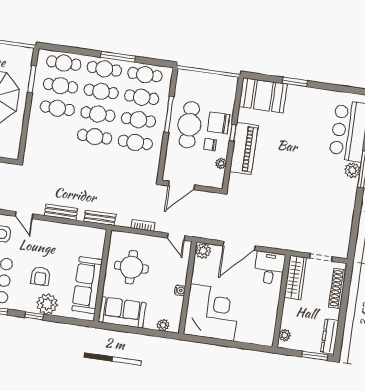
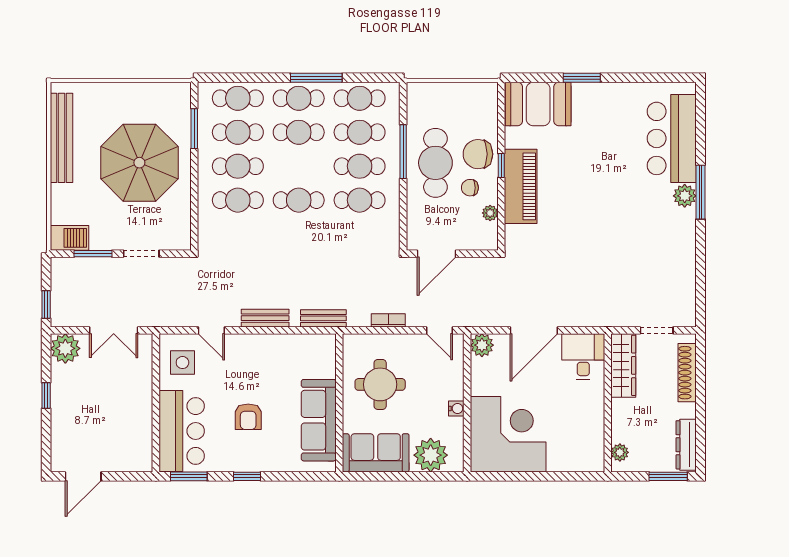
cafe table: (98, 114) -> (238, 200), moved
plant: (47, 304) -> (264, 456), removed
plant: (163, 325) -> (431, 455), width x1.87, depth x1.87

